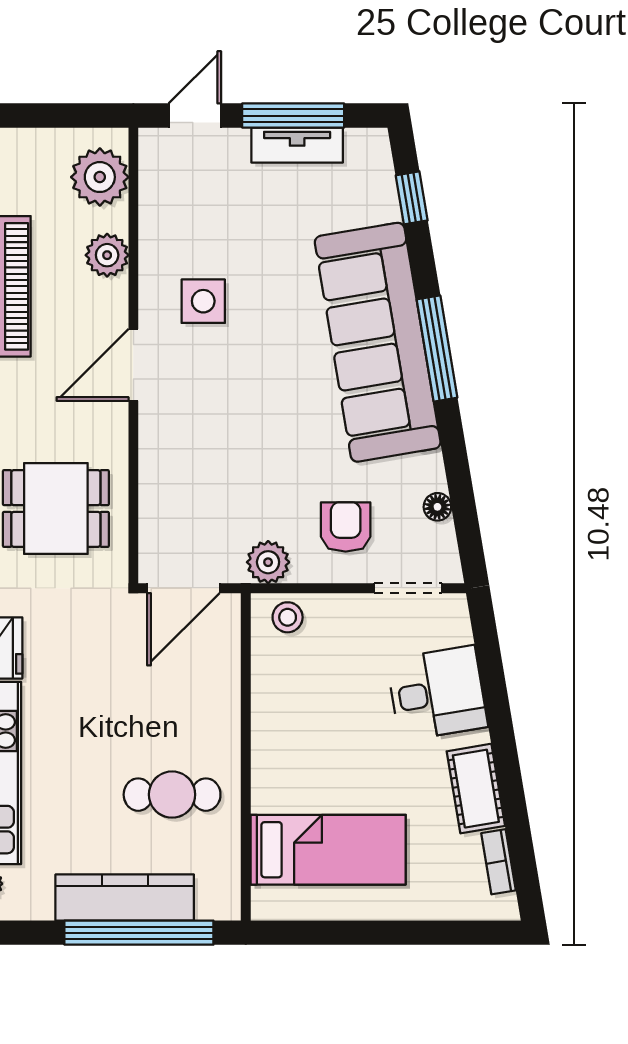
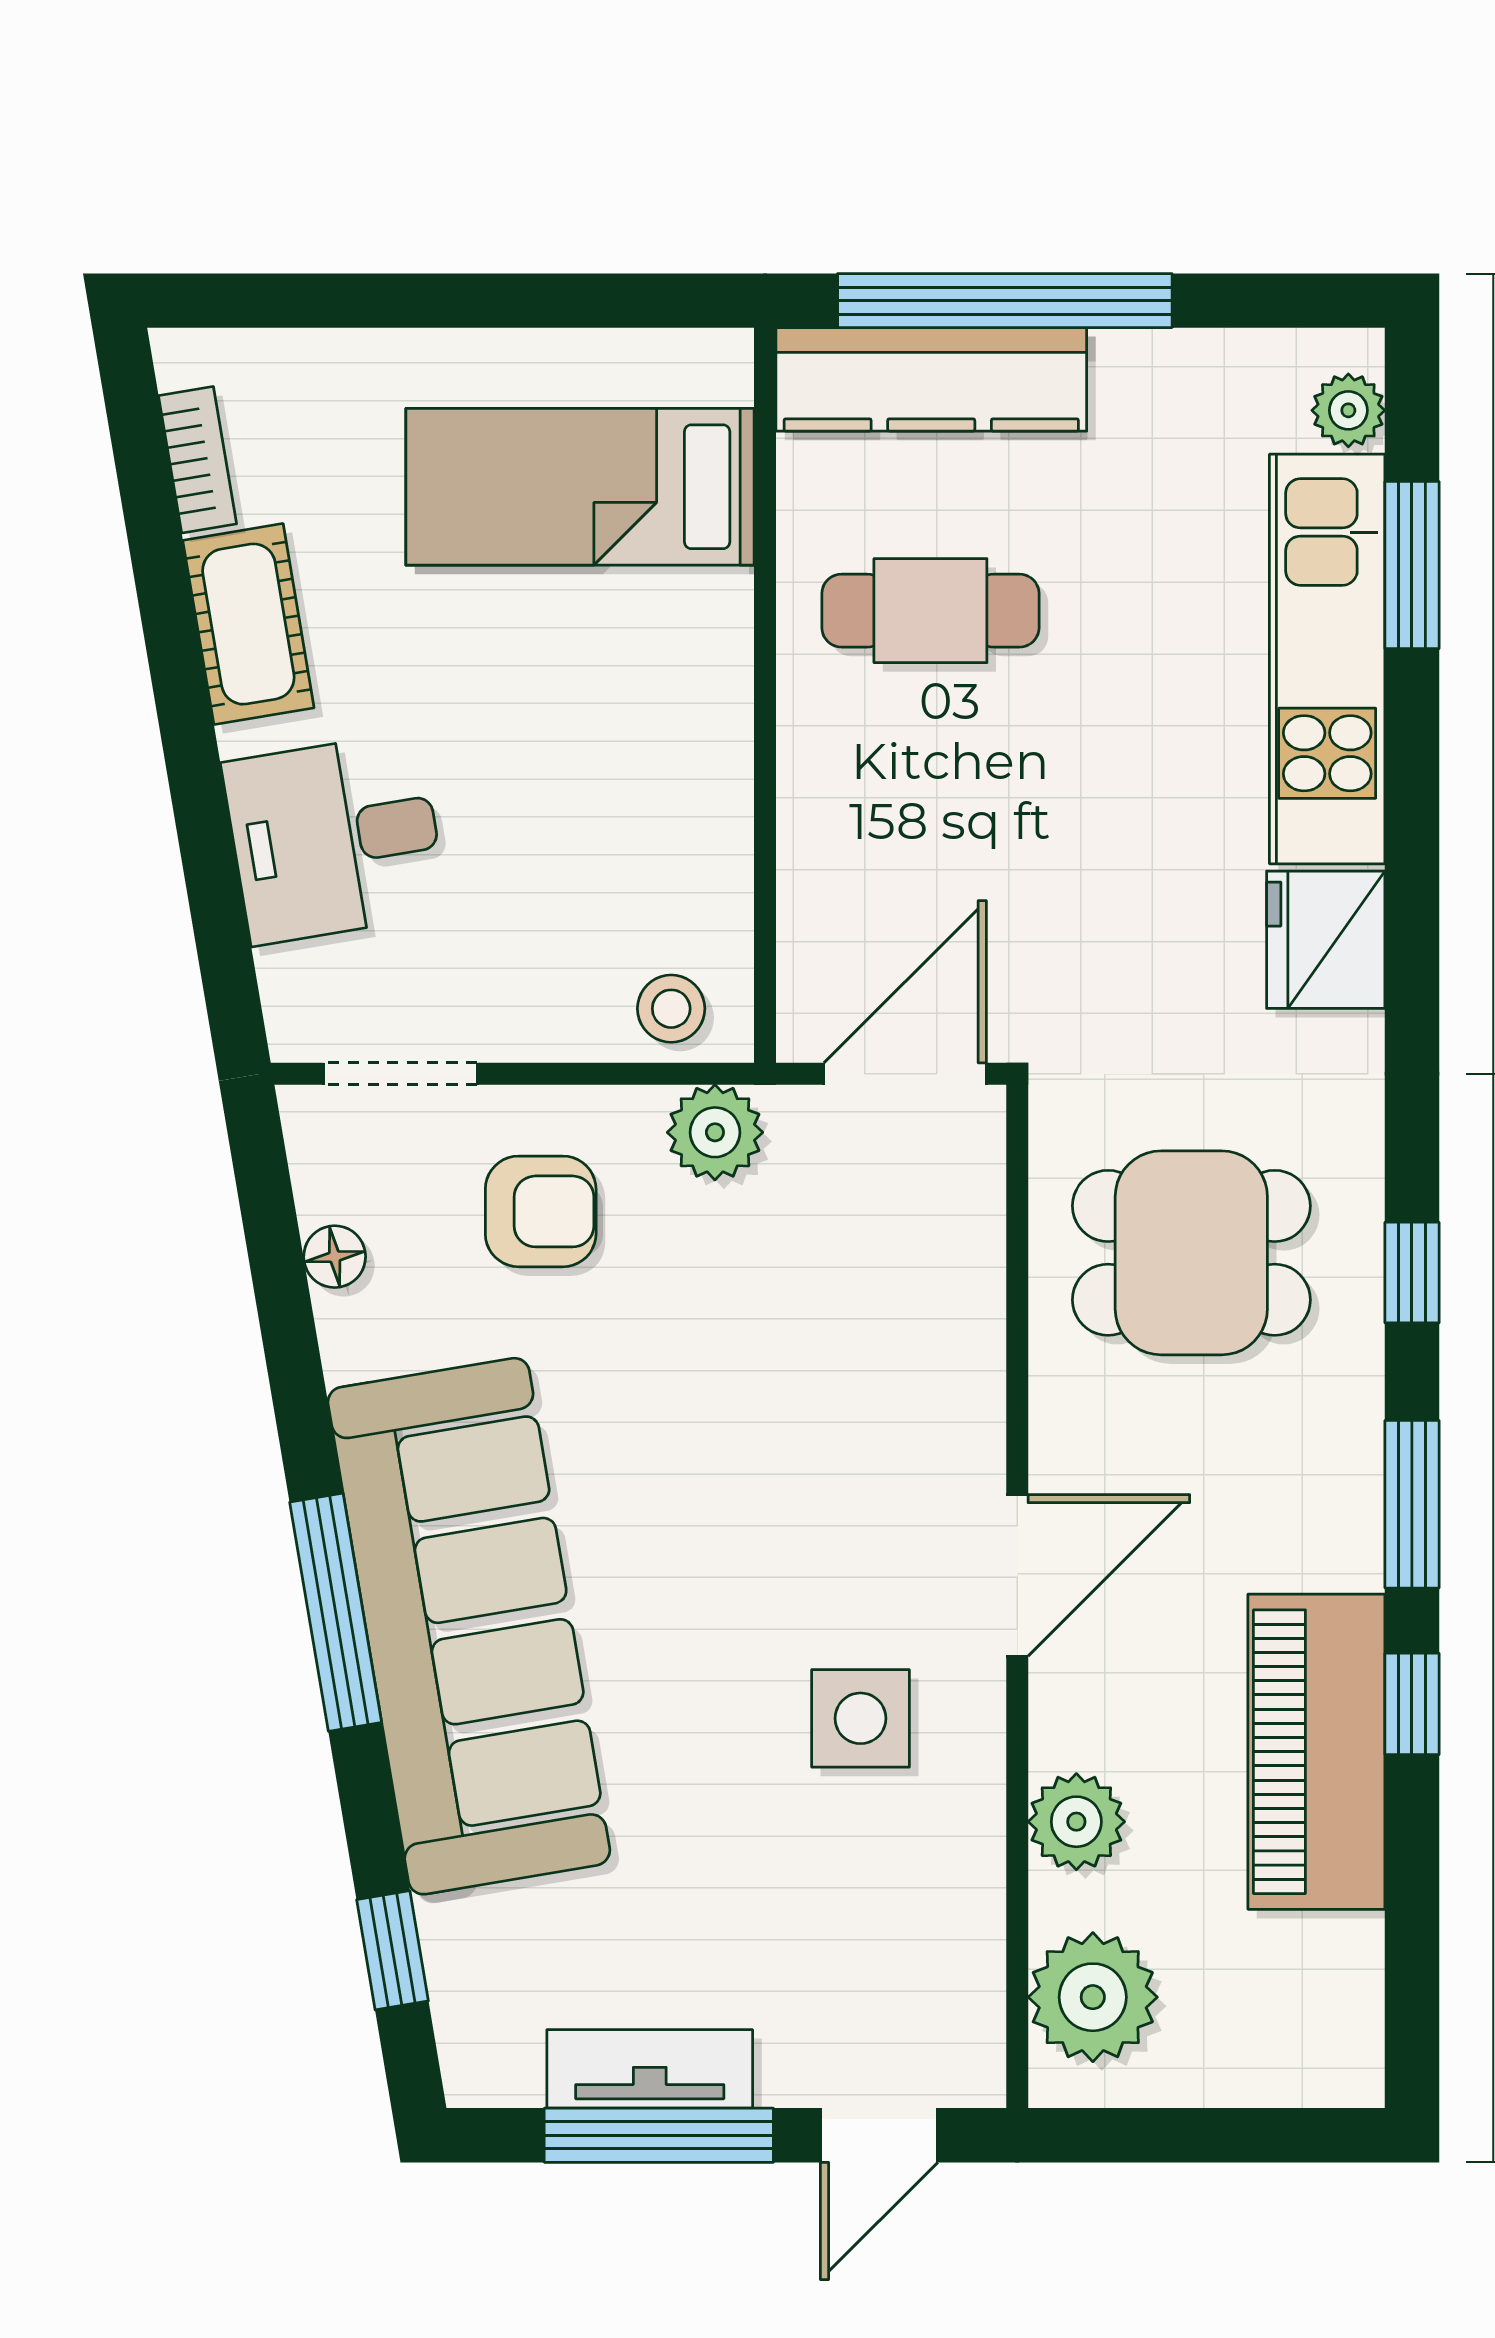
armchair: (346, 527) -> (541, 1211), turned -90
kitchen counter: (125, 898) -> (931, 379), moved

